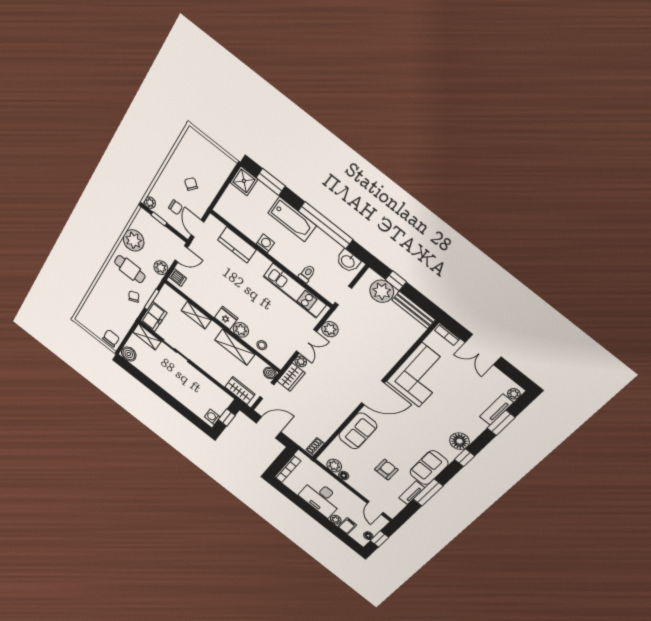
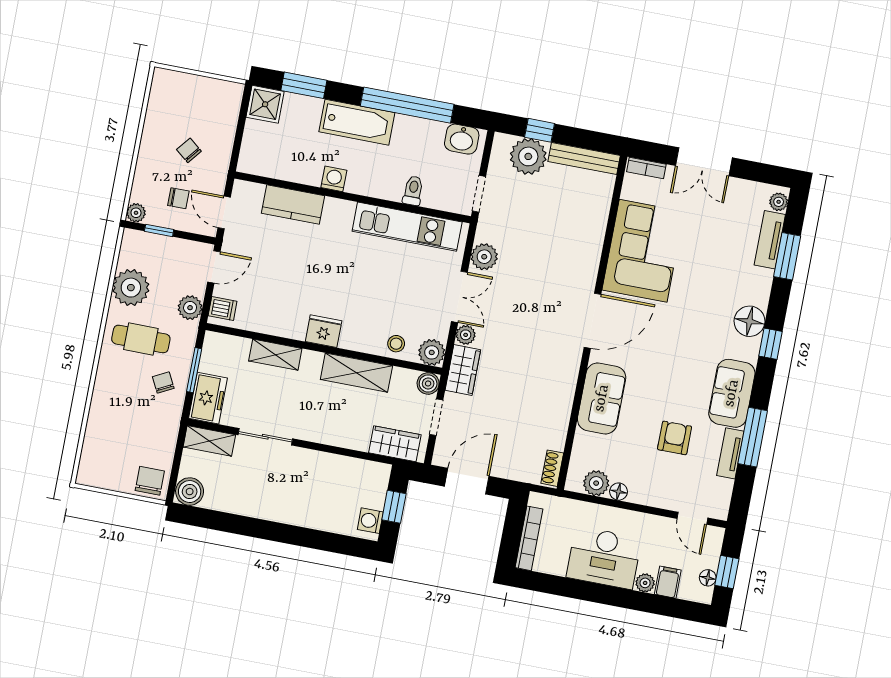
plant: (241, 330) -> (432, 352), moved

